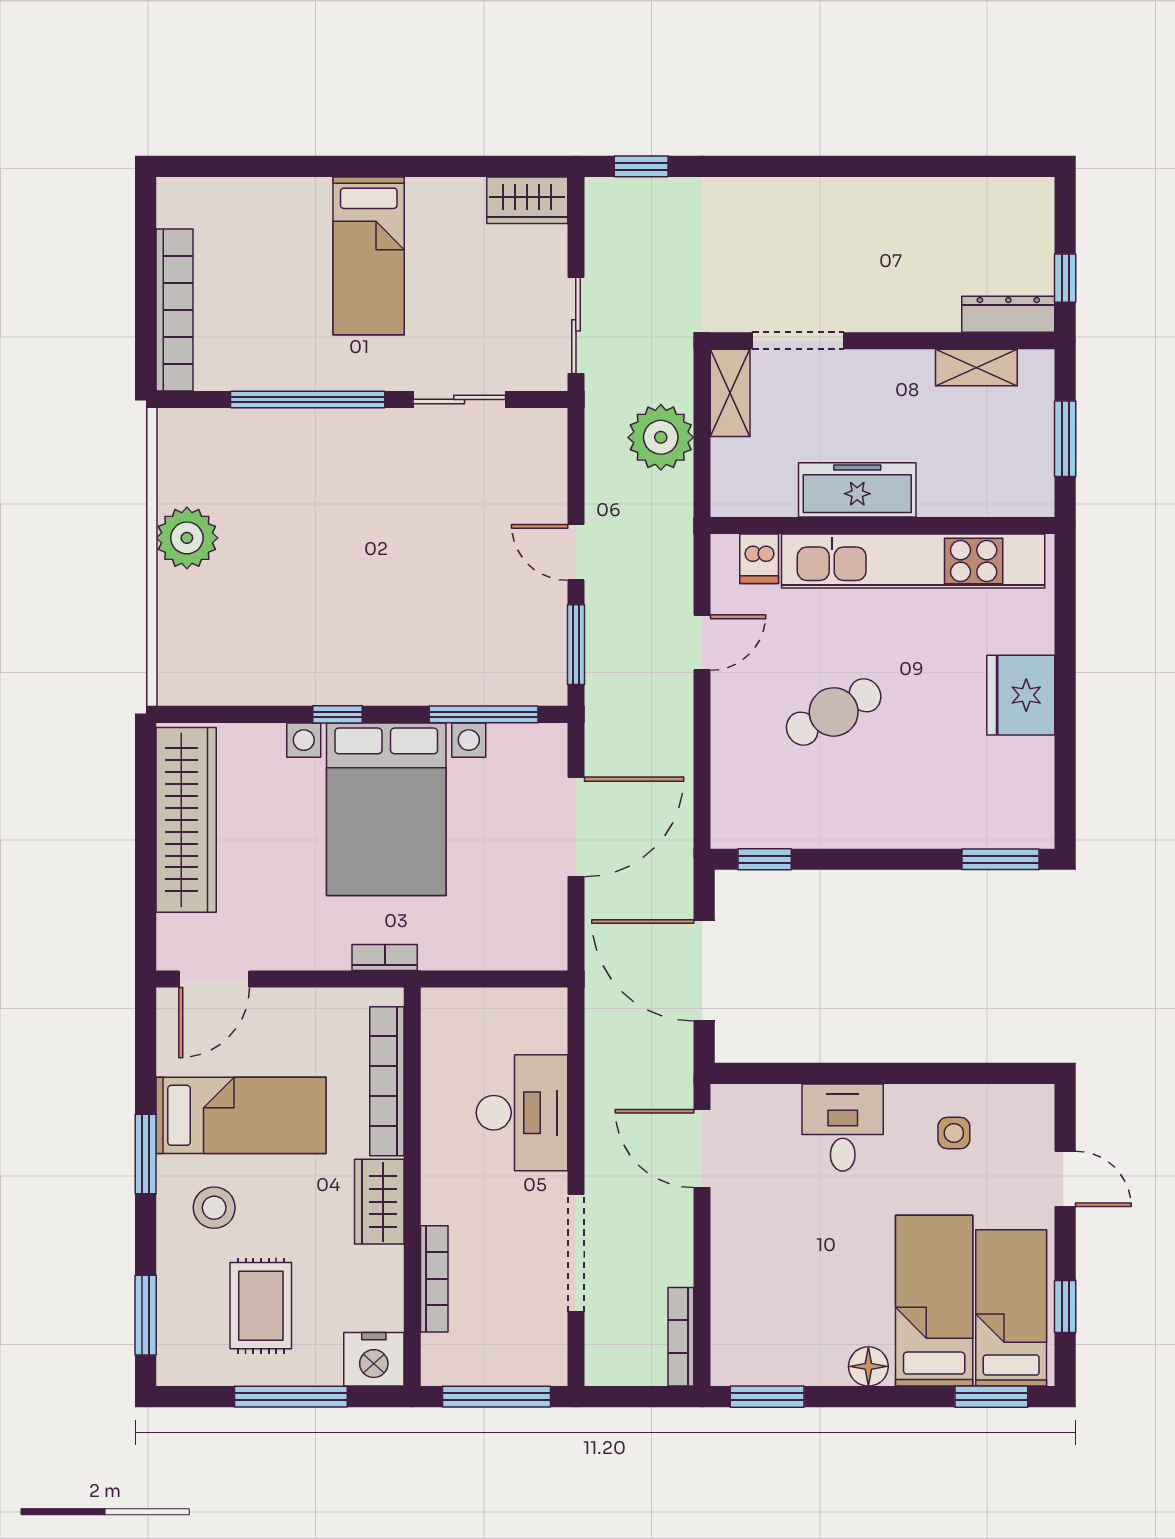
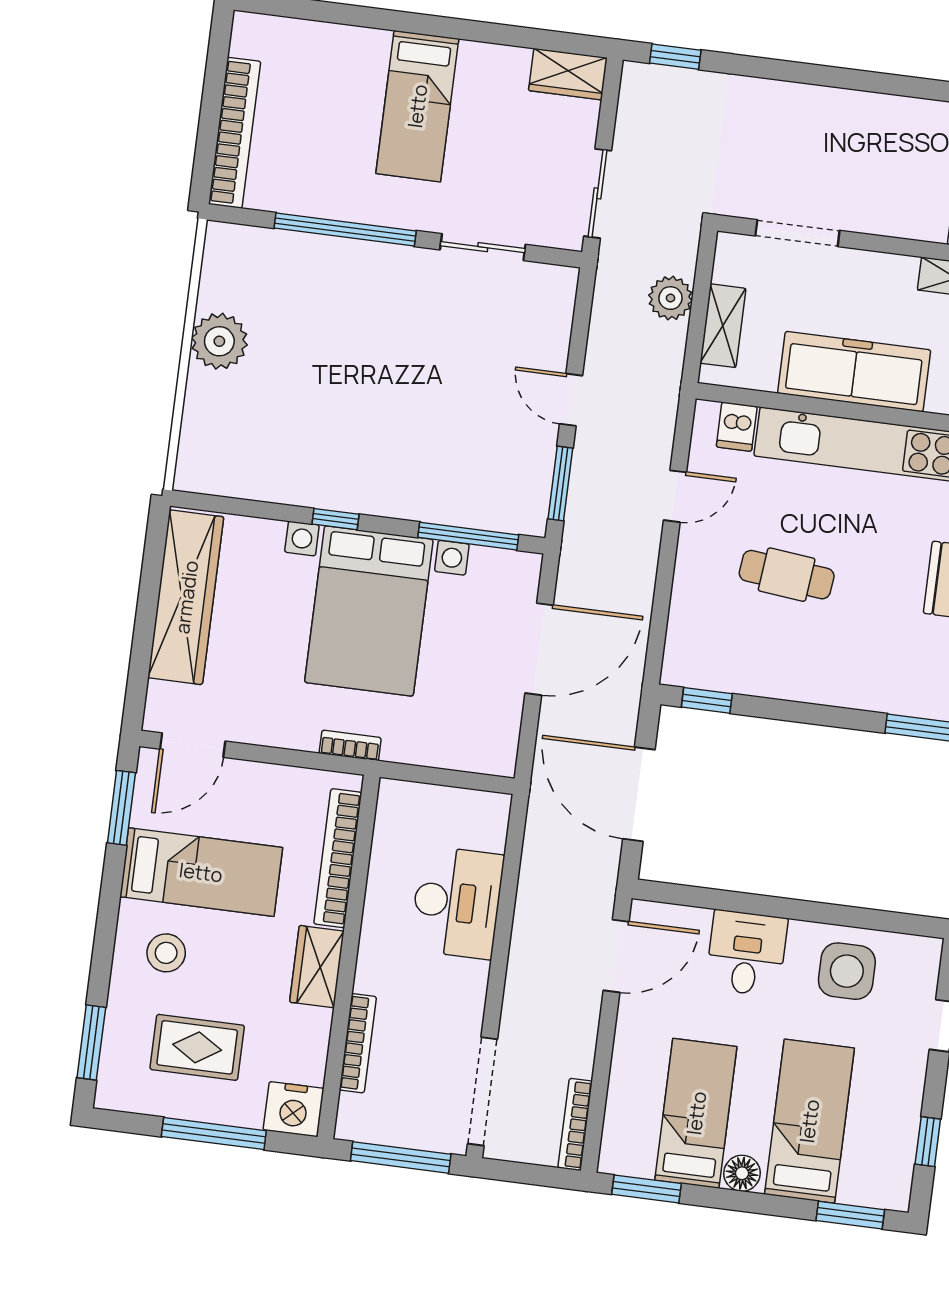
shelving: (730, 393) -> (723, 326), moved
plant: (661, 437) -> (670, 298), width x0.73, depth x0.73
freezer: (857, 490) -> (854, 372), width x1.36, depth x1.26
cafe table: (834, 712) -> (787, 575), turned 34
side table: (954, 1133) -> (847, 971), width x1.87, depth x1.87
door: (702, 1149) -> (616, 956), swing flipped
window: (146, 1154) -> (121, 808), moved
doorway: (576, 1253) -> (483, 1091), moved
rug: (261, 1306) -> (197, 1047), turned 90
bed: (1011, 1308) -> (696, 1113), moved

